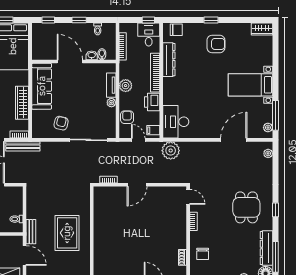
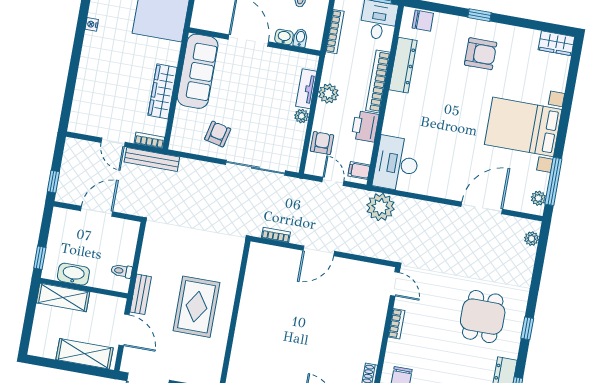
bed with nightstands: (251, 85) -> (523, 127), width x1.36

